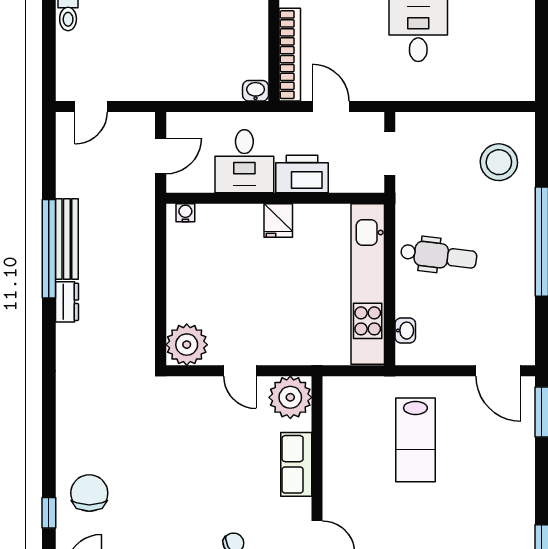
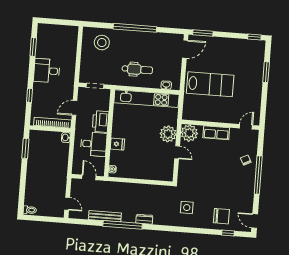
fridge: (278, 220) -> (117, 144), moved
bench: (67, 239) -> (105, 216), moved
dental chair: (439, 256) -> (137, 69), turned 83
plant: (187, 345) -> (168, 134), moved
door: (240, 371) -> (177, 152), hinge flipped
side table: (104, 405) -> (187, 208), added
lab bench: (415, 440) -> (210, 84), width x1.36, depth x1.39
chair: (89, 493) -> (221, 216), turned 180

